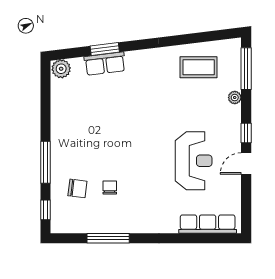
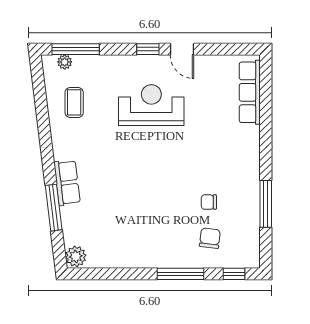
window: (105, 49) -> (54, 208), width x1.44
row of seats: (105, 64) -> (67, 183), moved
coffee table: (199, 67) -> (74, 102), width x0.73, depth x0.77
plant: (235, 98) -> (65, 62), moved
reception desk: (194, 161) -> (151, 105), moved

